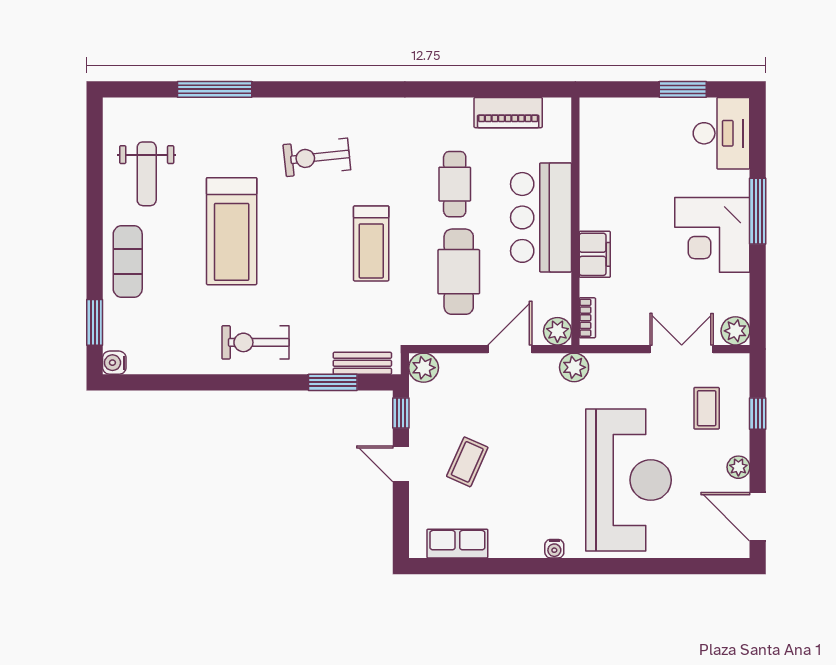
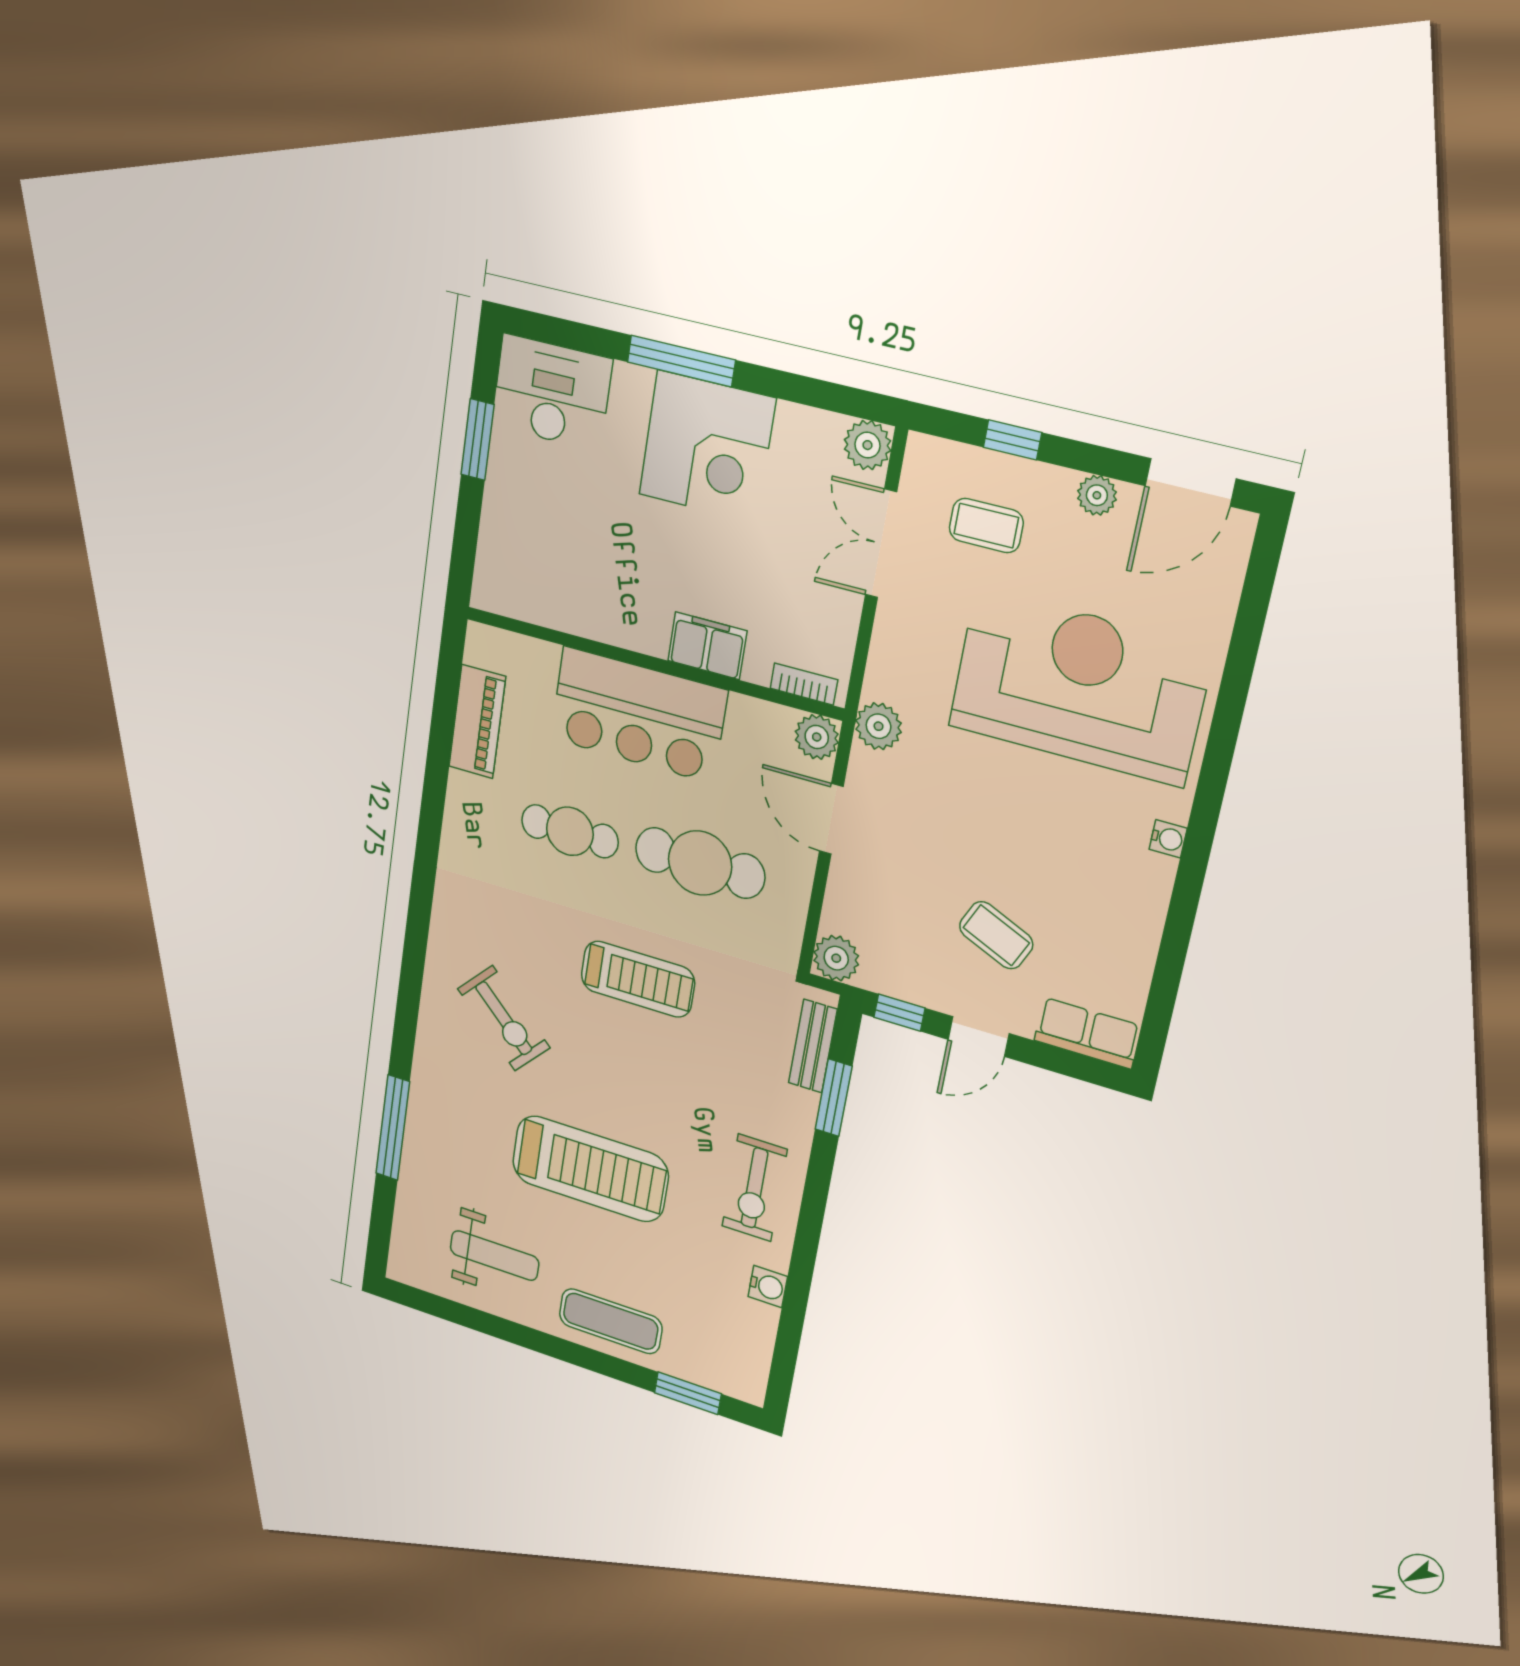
exercise bike: (317, 157) -> (504, 1018), turned -41
water cooler: (114, 363) -> (768, 1286), moved, turned -90
row of seats: (457, 544) -> (1087, 1033), moved, turned 90

